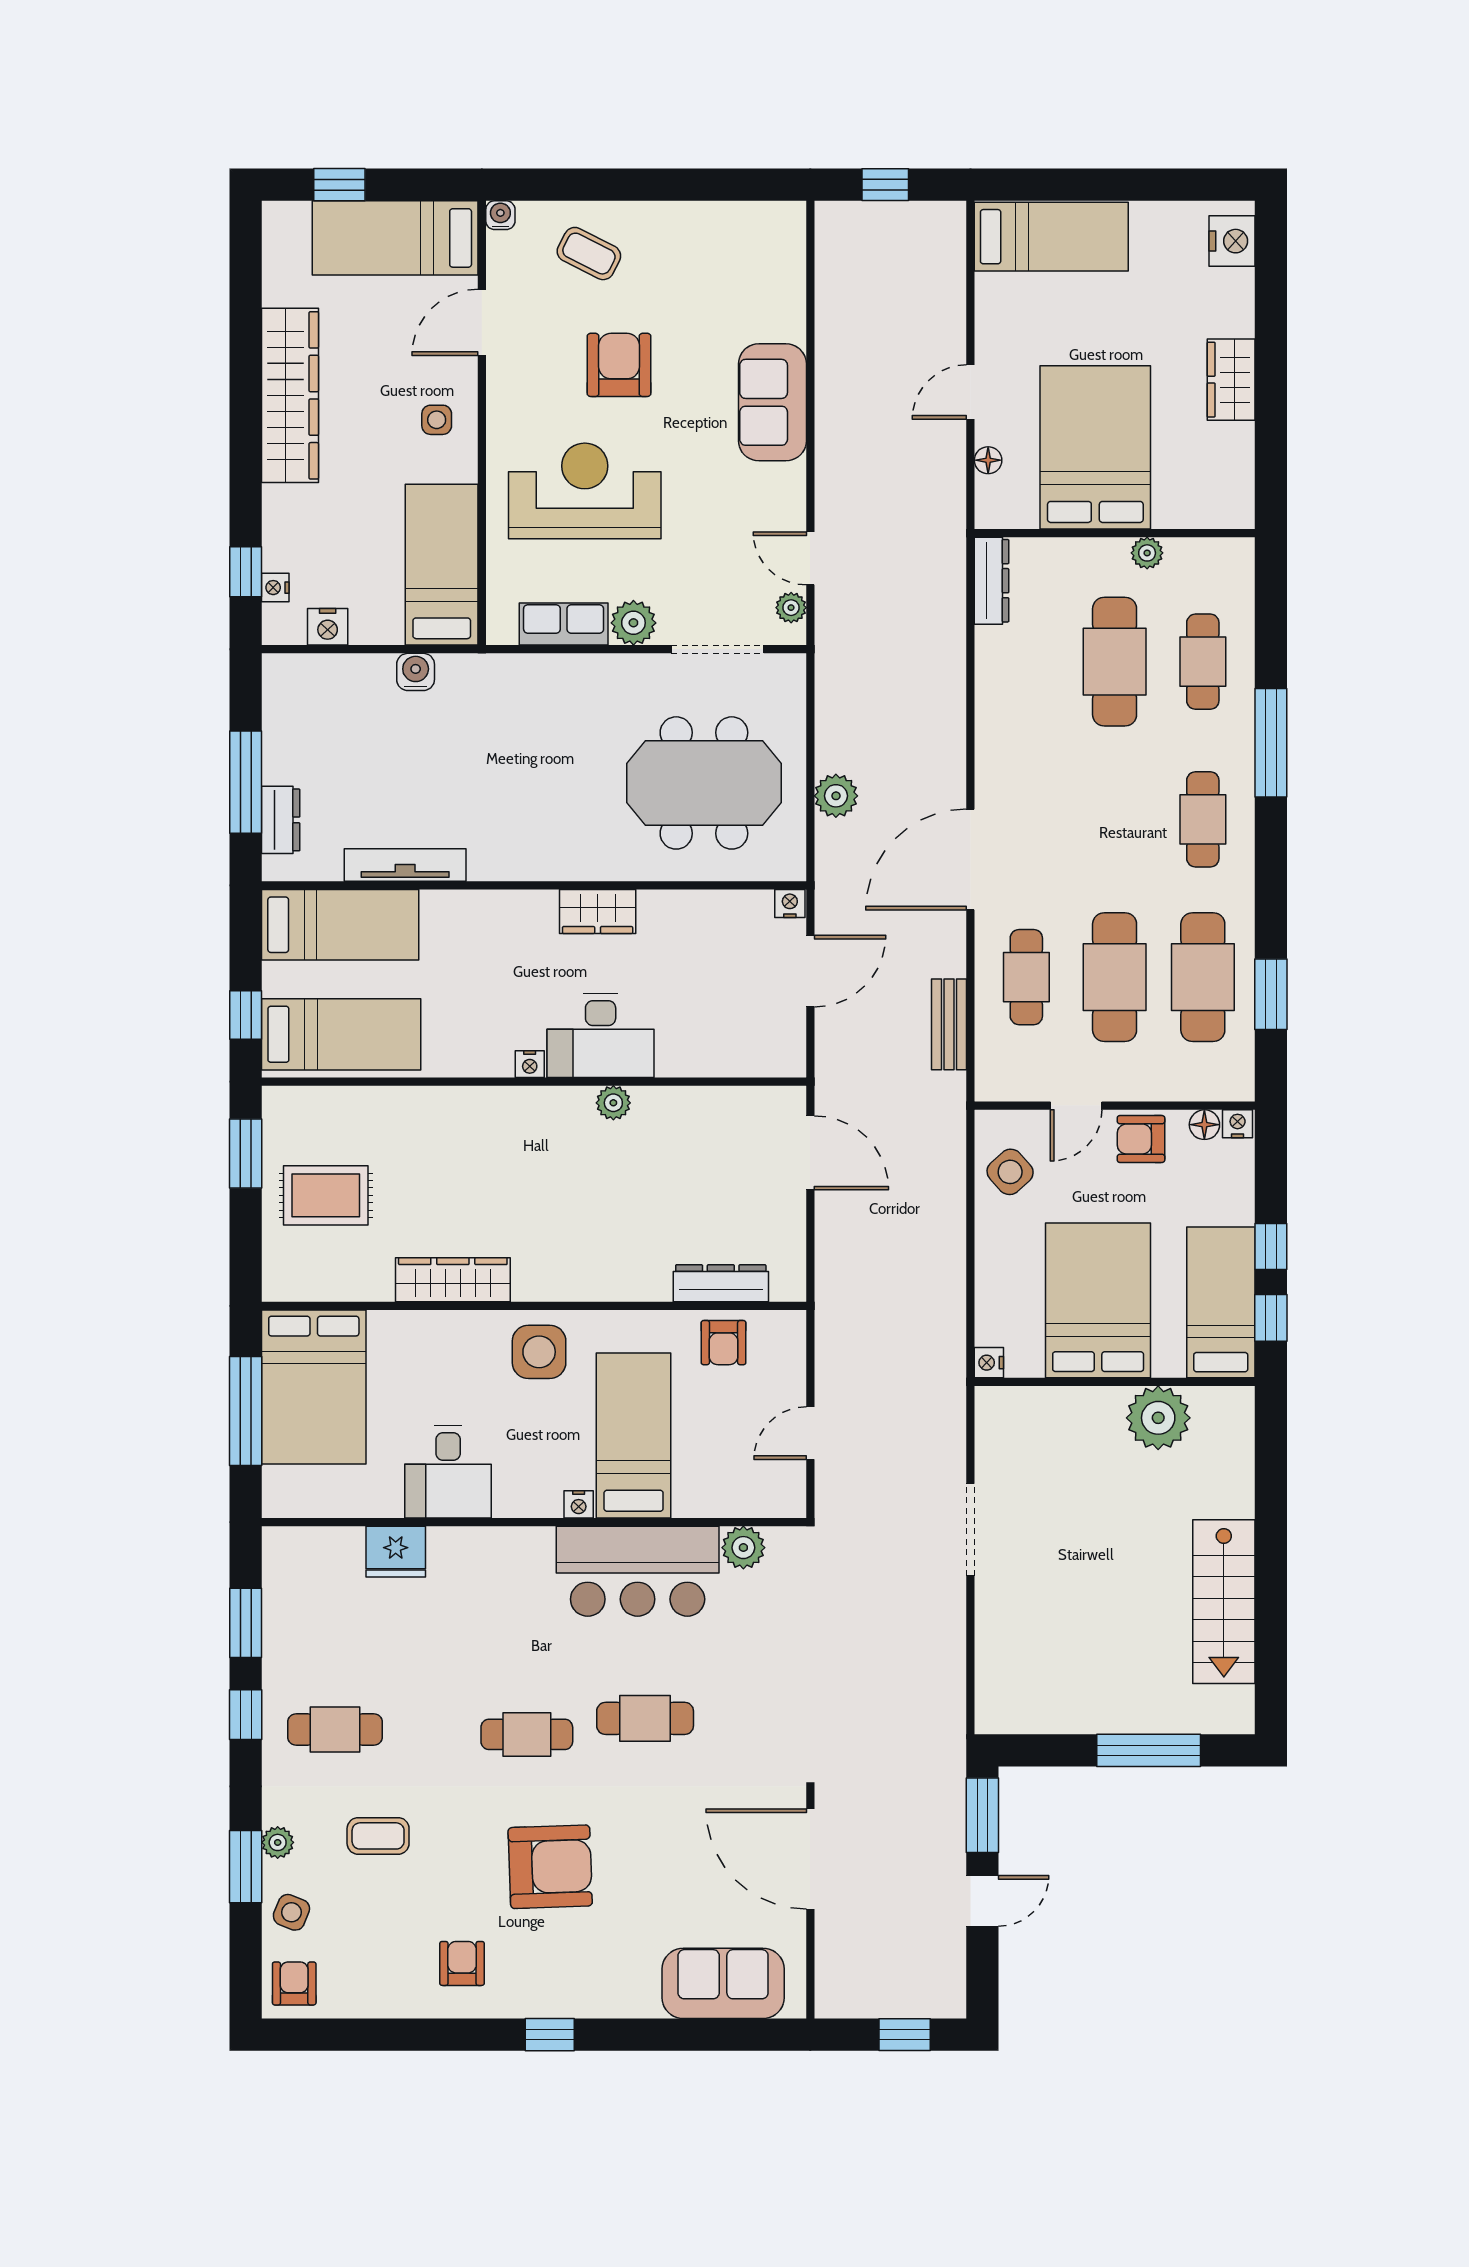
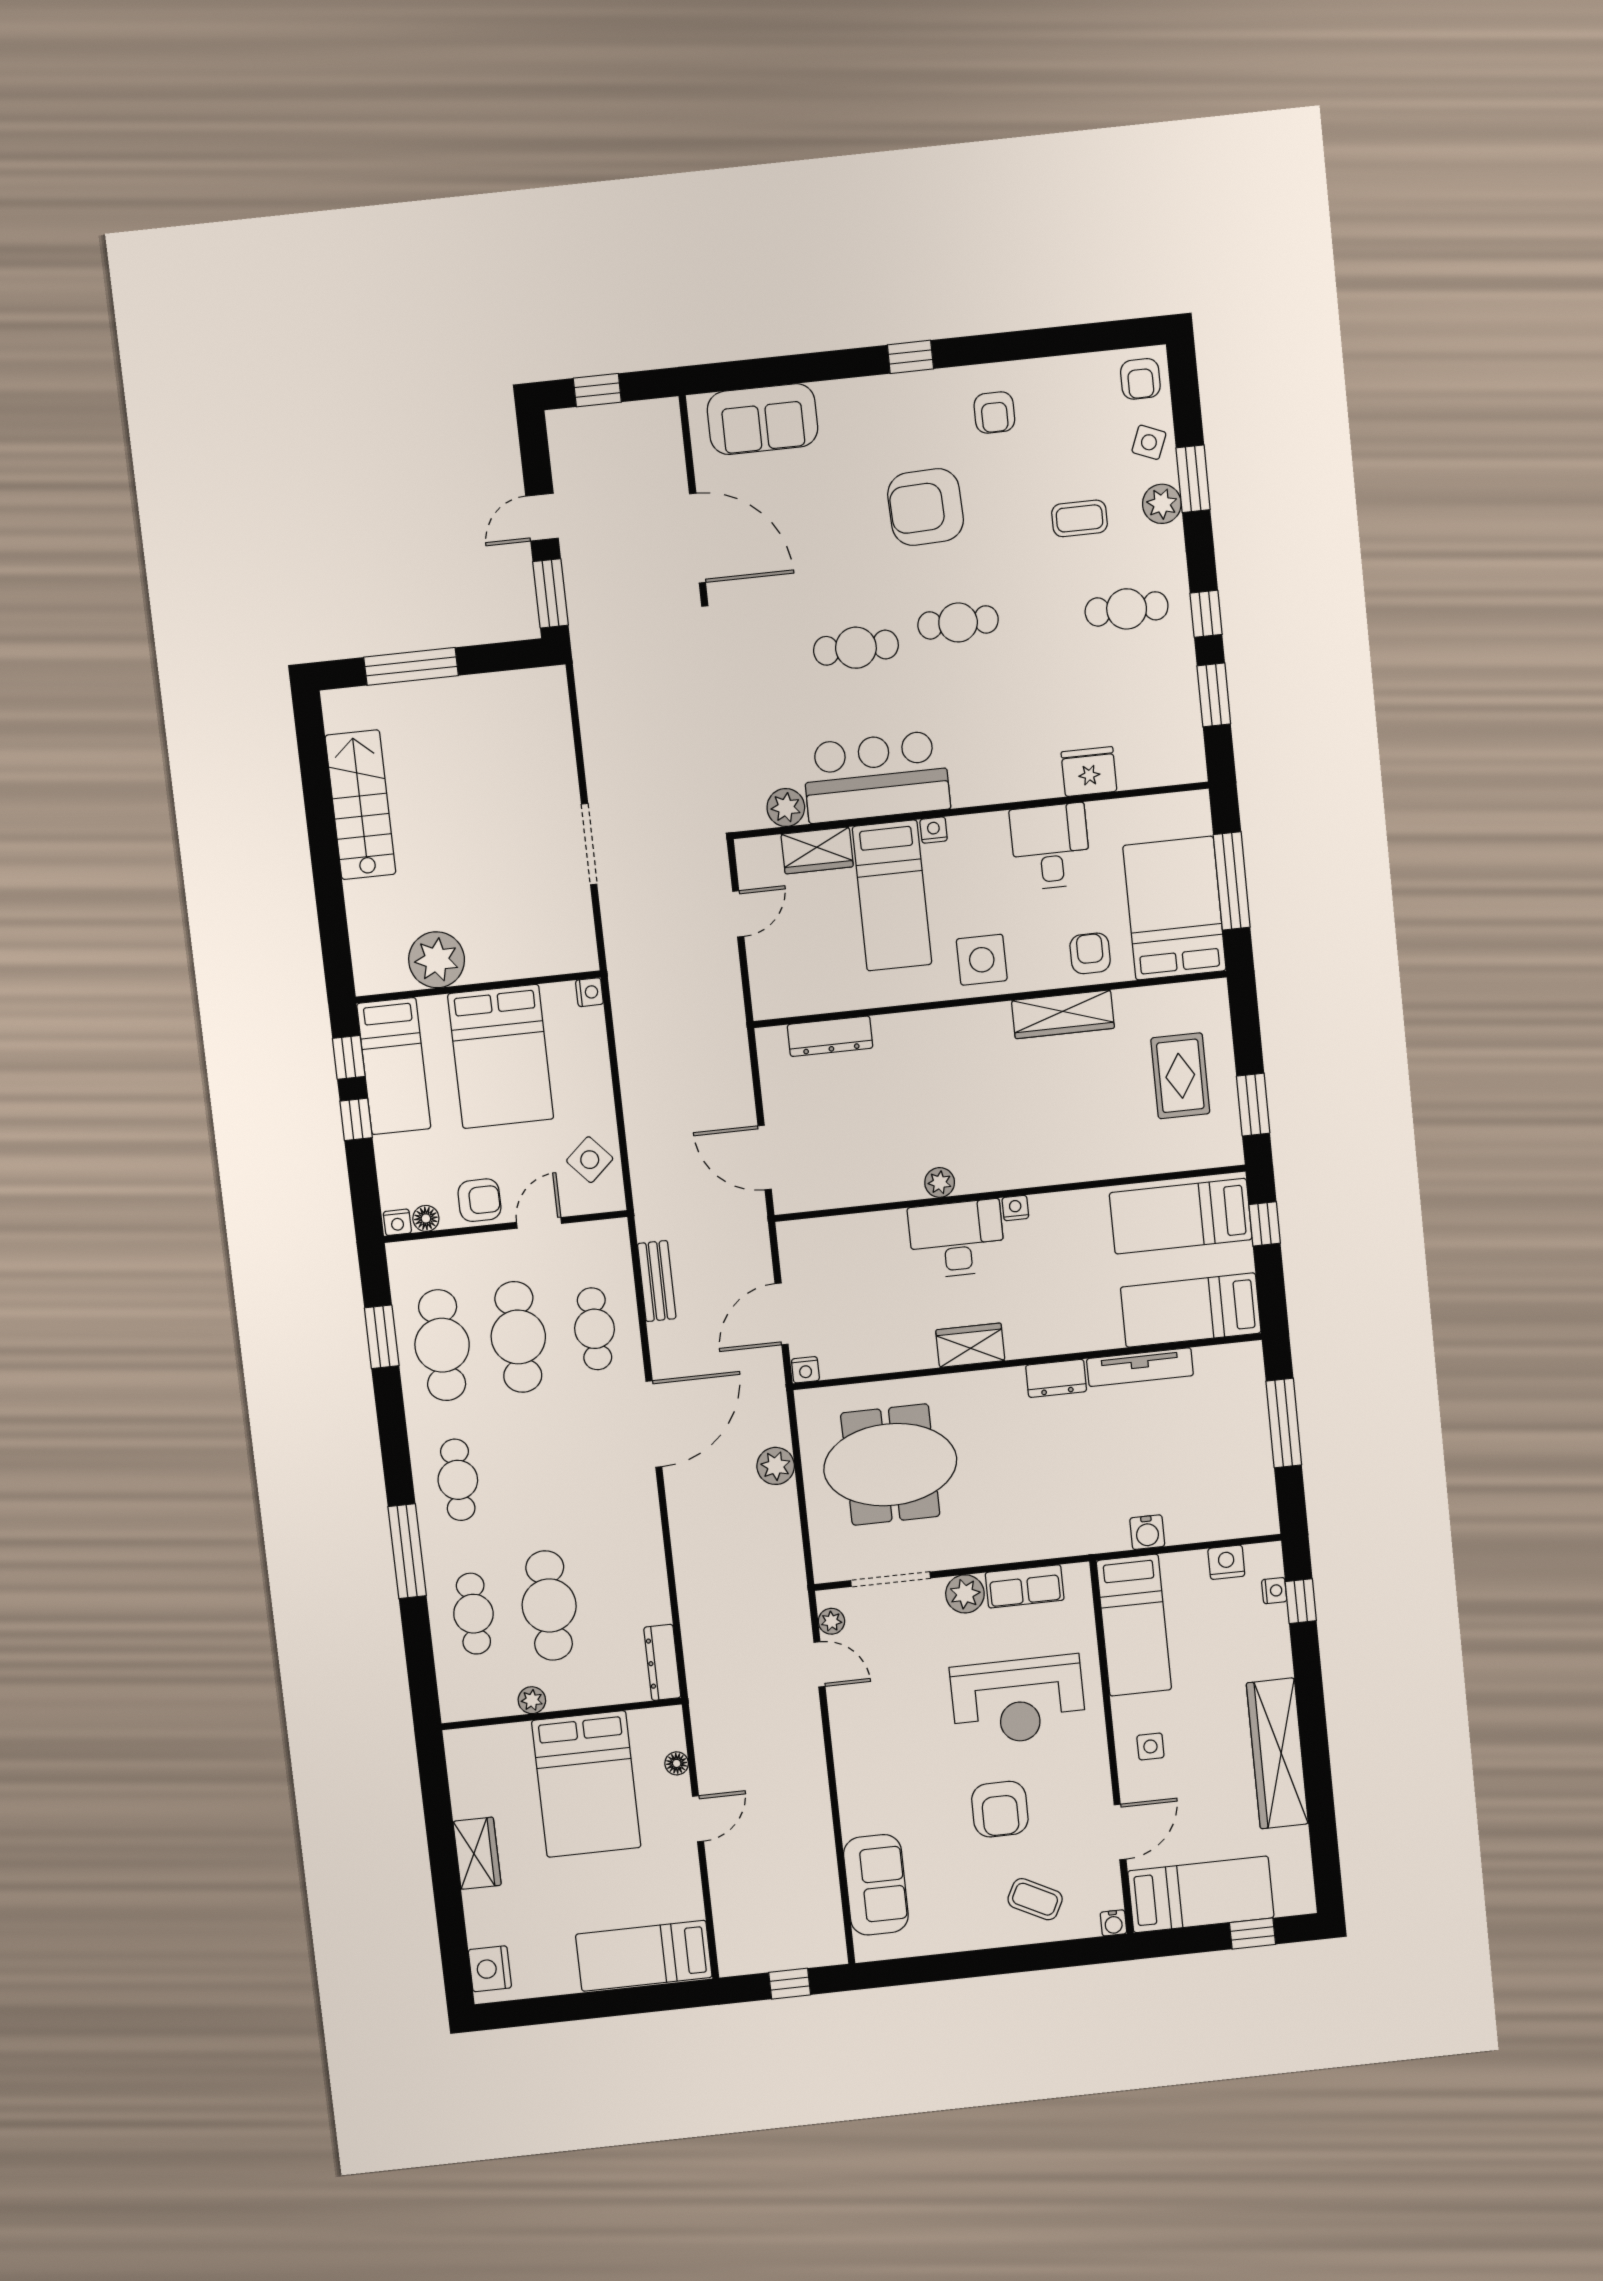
sofa: (772, 402) -> (876, 1885), moved
dresser: (281, 820) -> (1056, 1378), moved, turned -90
rug: (326, 1195) -> (1180, 1076), turned 90
armchair: (724, 1343) -> (1090, 953), moved
wardrobe: (713, 1495) -> (817, 850), added
plant: (278, 1842) -> (1162, 504), width x1.38, depth x1.38

